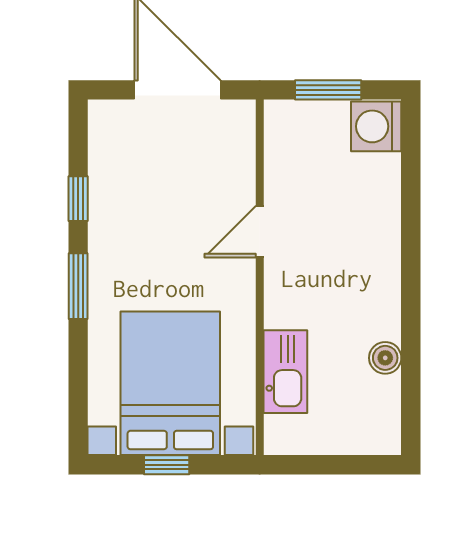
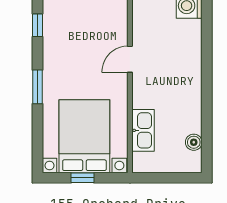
window: (78, 199) -> (37, 25), moved
boiler: (385, 358) -> (194, 142), moved

